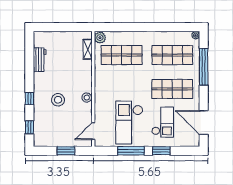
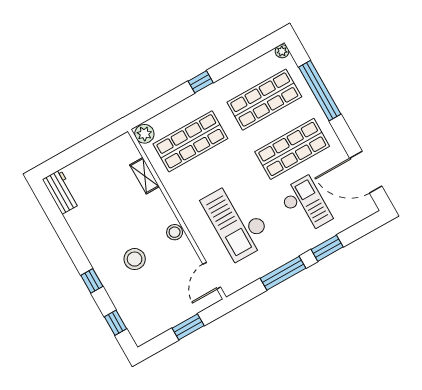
window: (144, 27) -> (201, 82), added
shelving: (88, 49) -> (145, 176), moved
workbench: (40, 60) -> (61, 192), moved
checkout: (129, 123) -> (237, 221), moved

